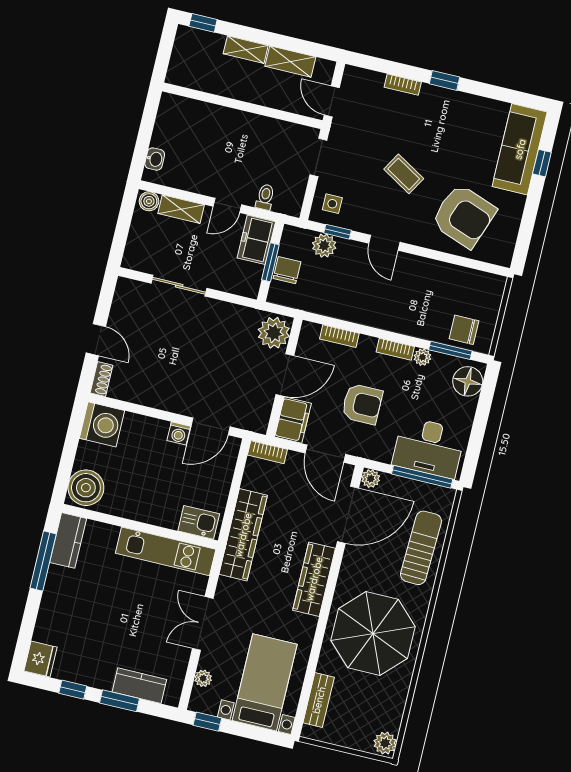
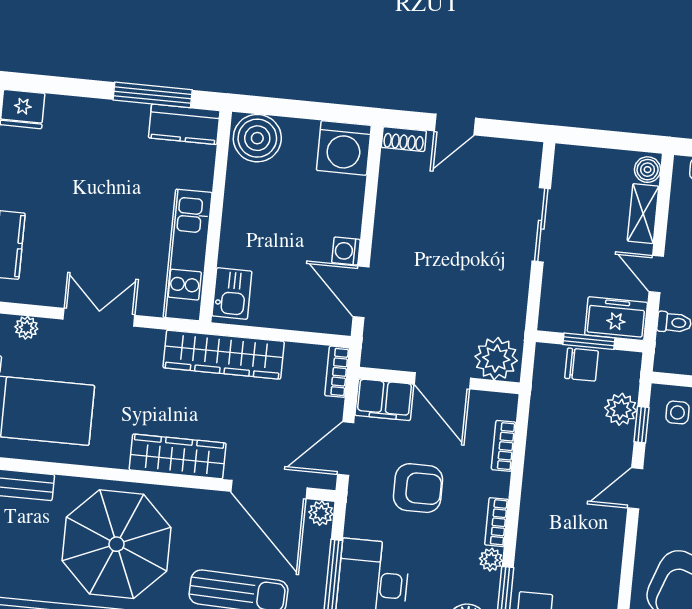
armchair: (362, 404) -> (418, 488), turned -90

